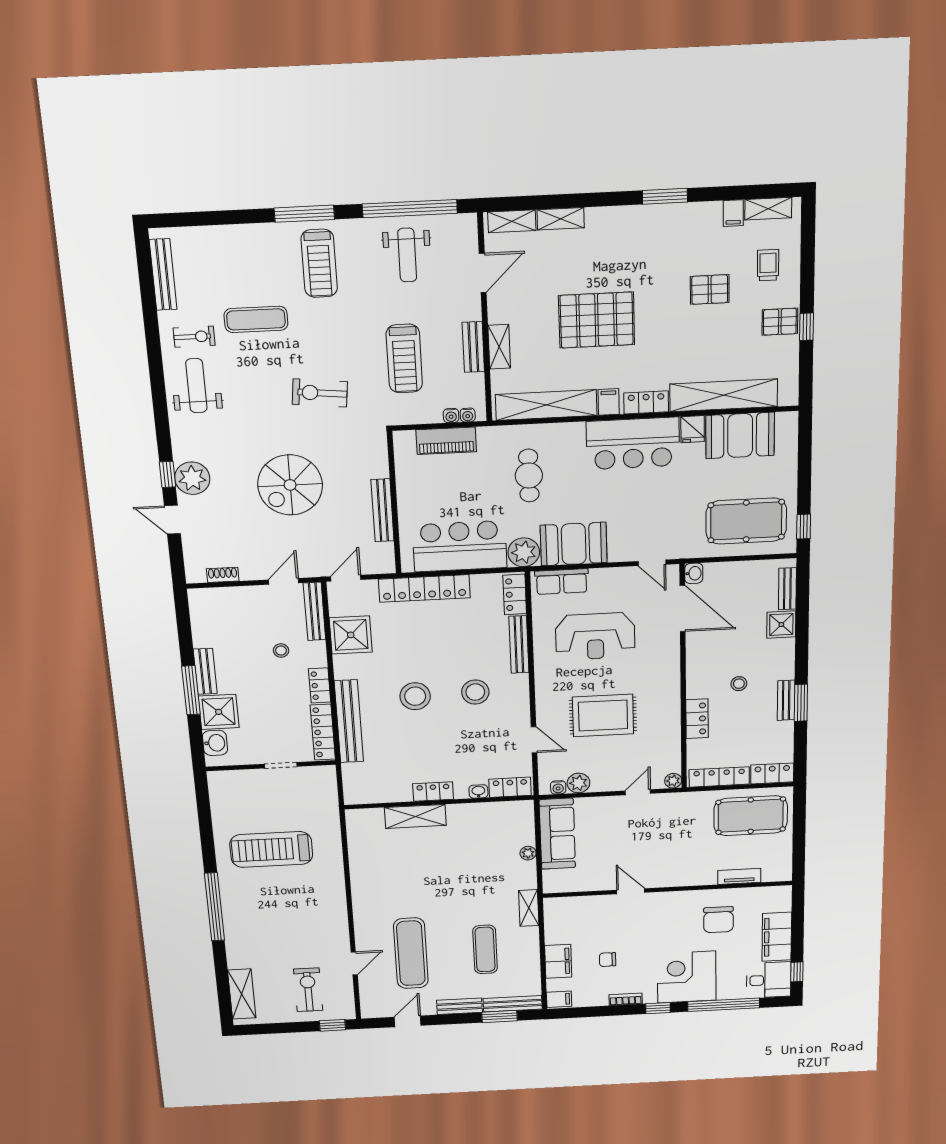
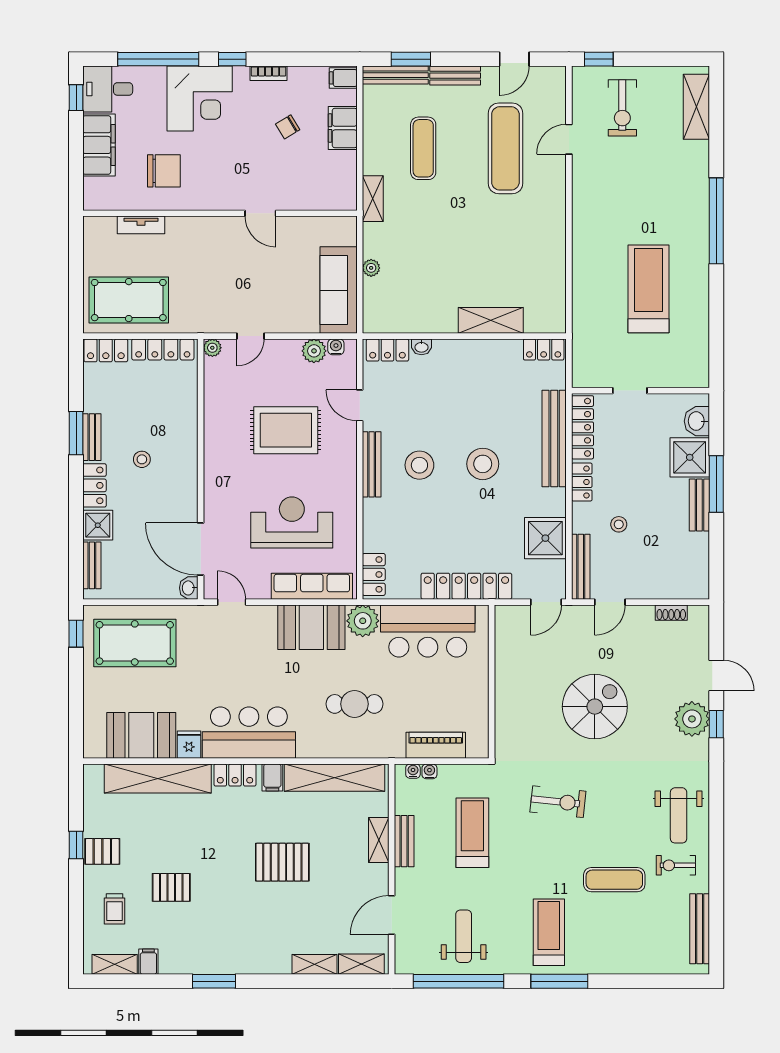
pallet: (597, 320) -> (282, 862), width x0.73, depth x0.71
cafe table: (529, 476) -> (354, 704), turned 90
bench: (383, 510) -> (504, 674), removed
row of seats: (562, 582) -> (312, 586), width x1.48
bench: (519, 644) -> (372, 464), moved
locker: (697, 719) -> (94, 485), moved, turned 180
locker: (433, 792) -> (544, 349), moved
treadmill: (271, 849) -> (648, 289), turned -90
chair: (718, 920) -> (164, 171), turned 90
chair: (608, 960) -> (288, 127), turned 149

